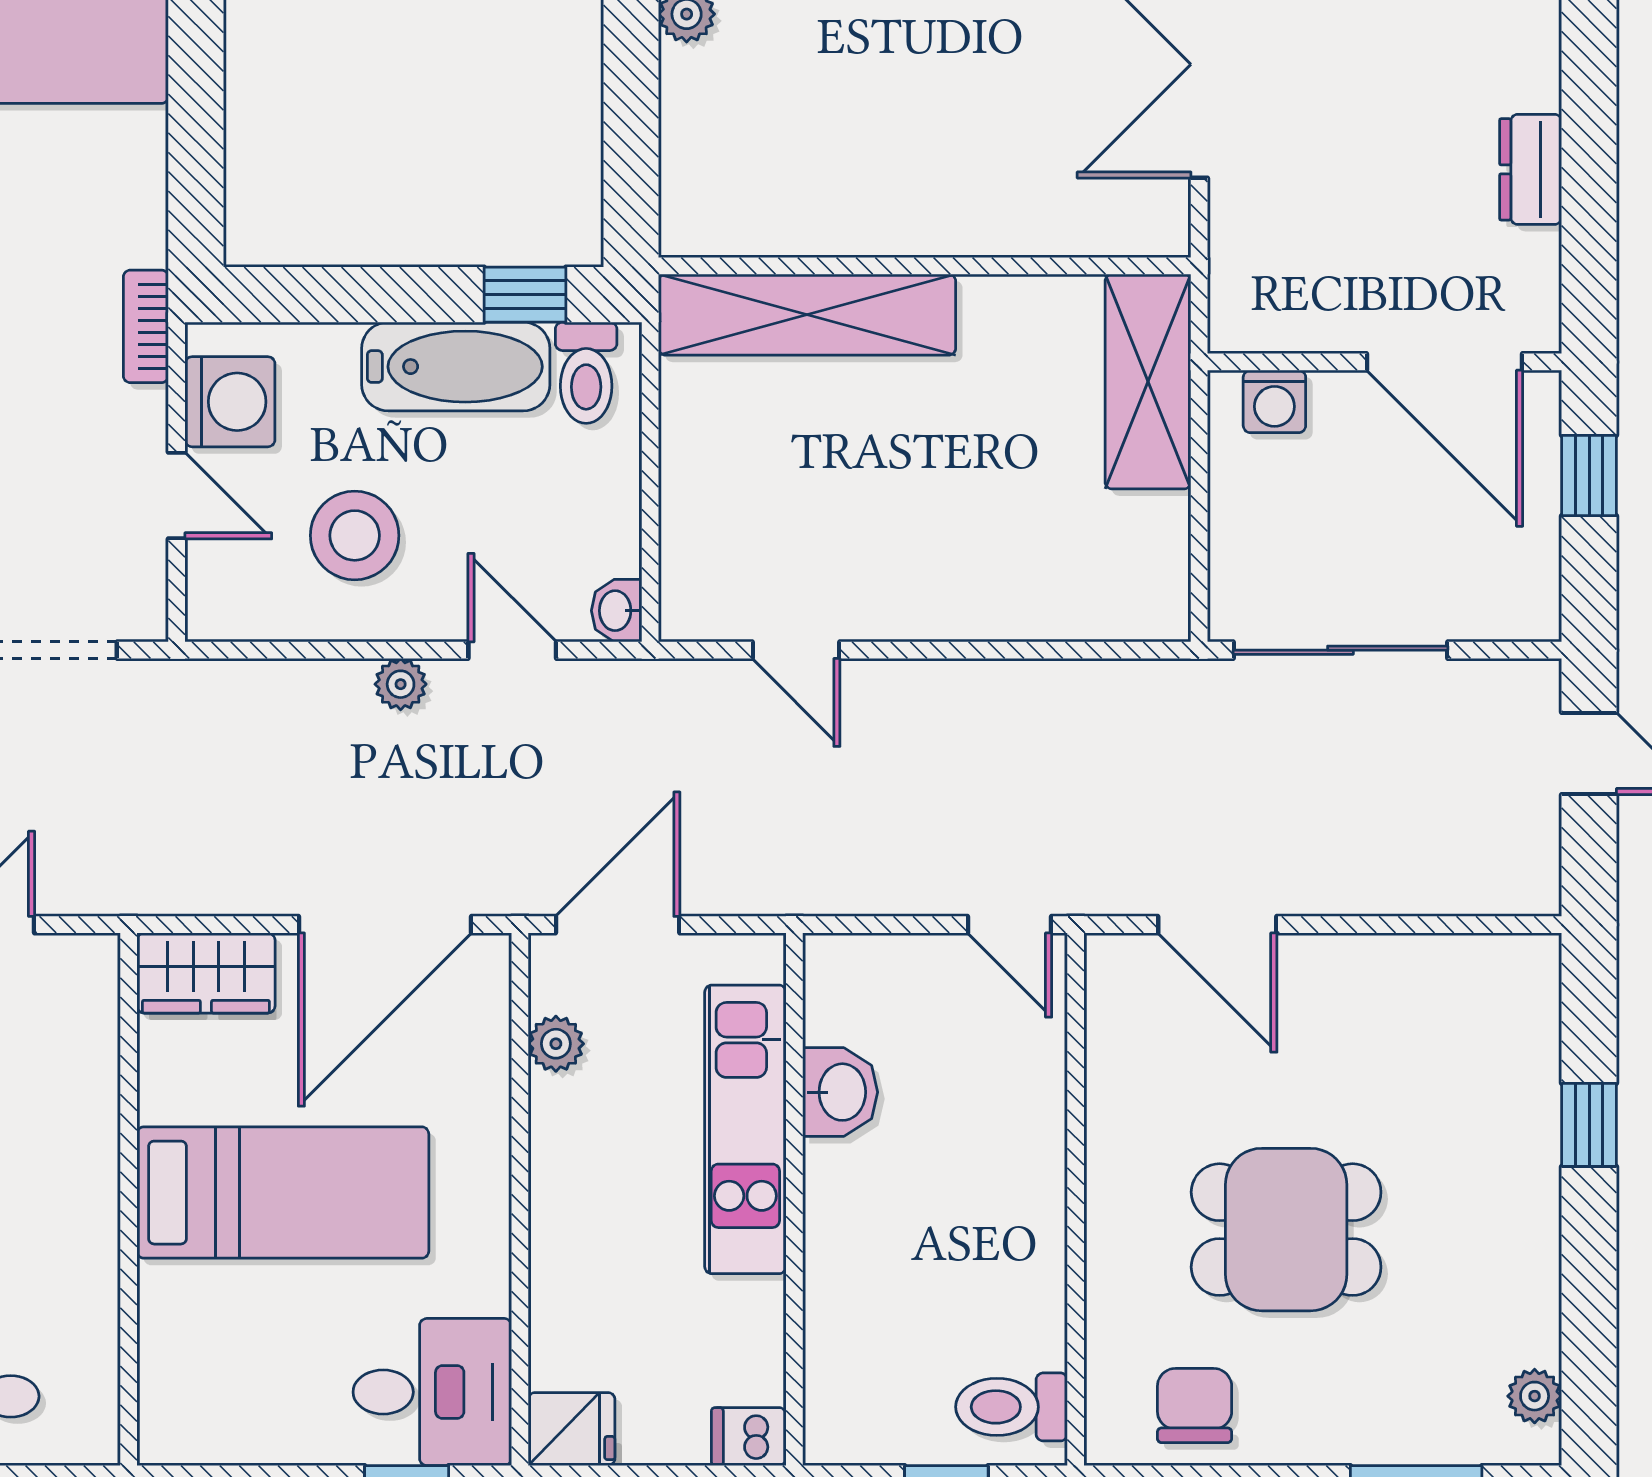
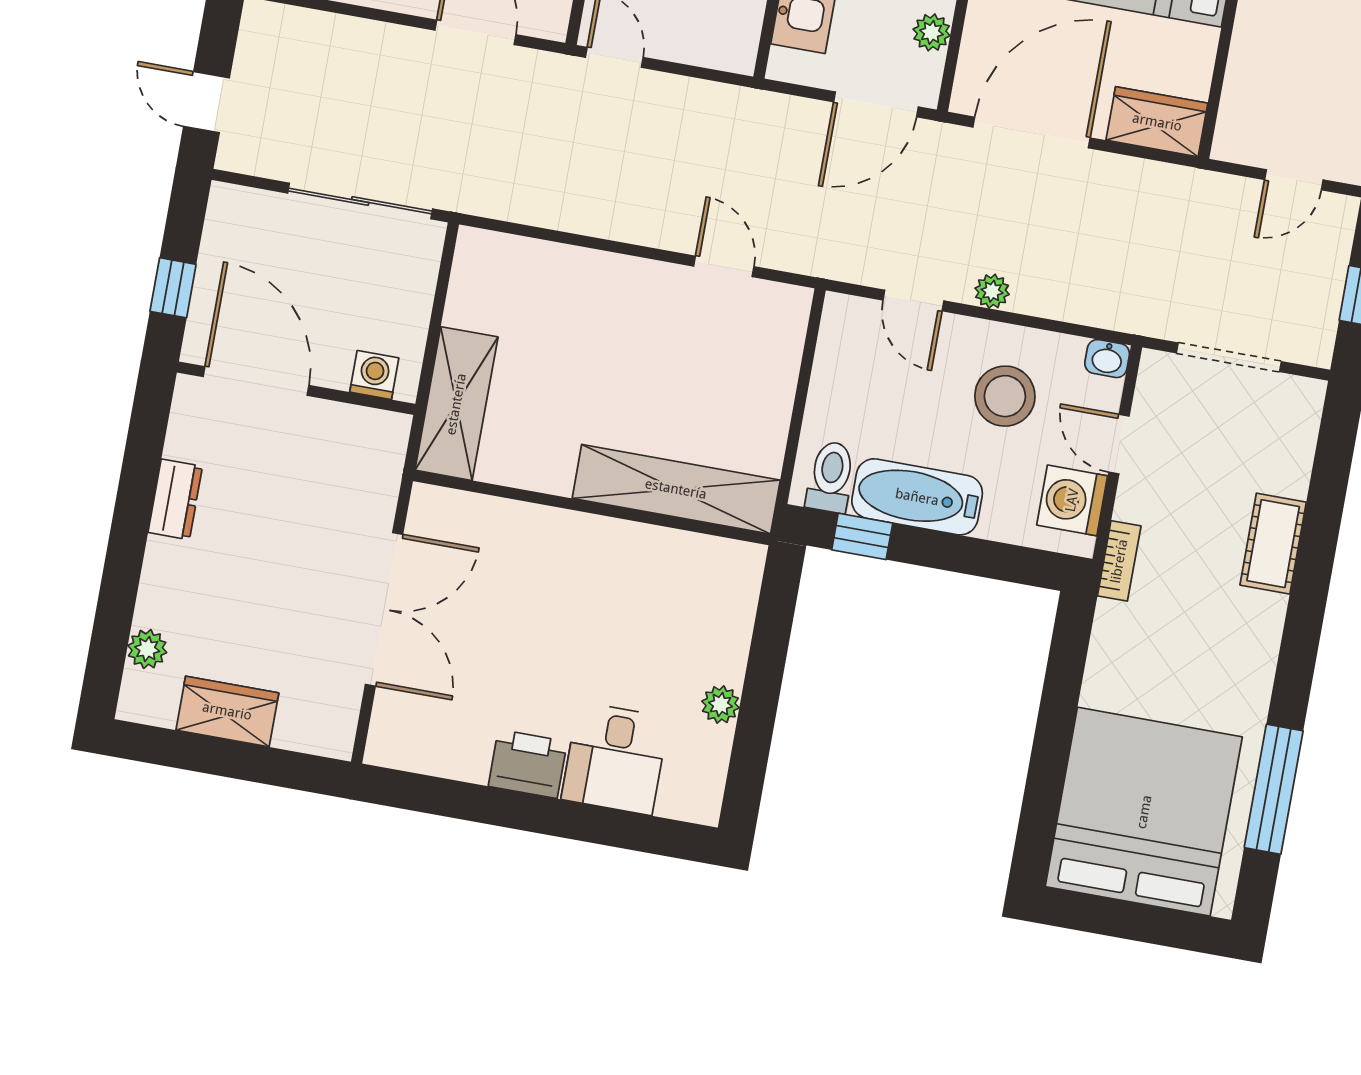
washbasin: (617, 611) -> (1107, 359), moved, turned 90

